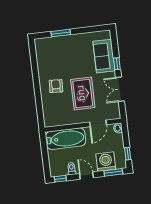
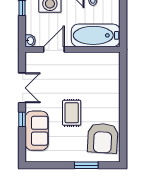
armchair: (56, 86) -> (103, 138), moved, width x1.88, depth x1.88
rug: (83, 93) -> (72, 113), moved, width x0.73, depth x0.70

